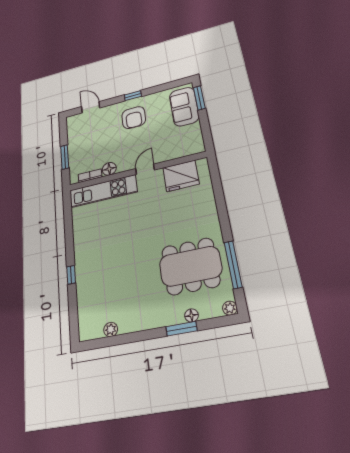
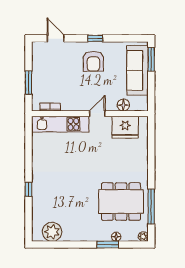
sofa: (184, 107) -> (137, 70), width x1.36
floor lamp: (109, 169) -> (123, 105), moved
plant: (111, 329) -> (52, 232), width x1.88, depth x1.88

